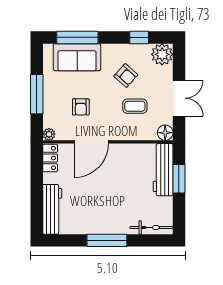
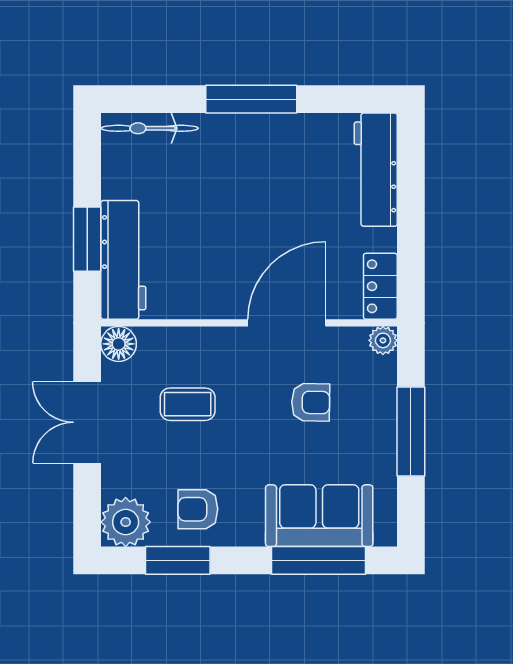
window: (139, 37) -> (178, 560), width x1.50
armchair: (126, 75) -> (198, 509), moved, turned -42
armchair: (81, 107) -> (311, 402), turned 91

